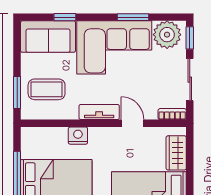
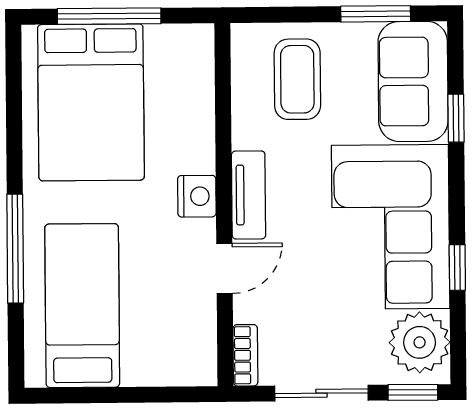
window: (133, 17) -> (457, 267), width x0.67
window: (17, 92) -> (376, 14), moved
nightstand: (78, 136) -> (197, 196), moved
wardrobe: (176, 153) -> (160, 365), removed

